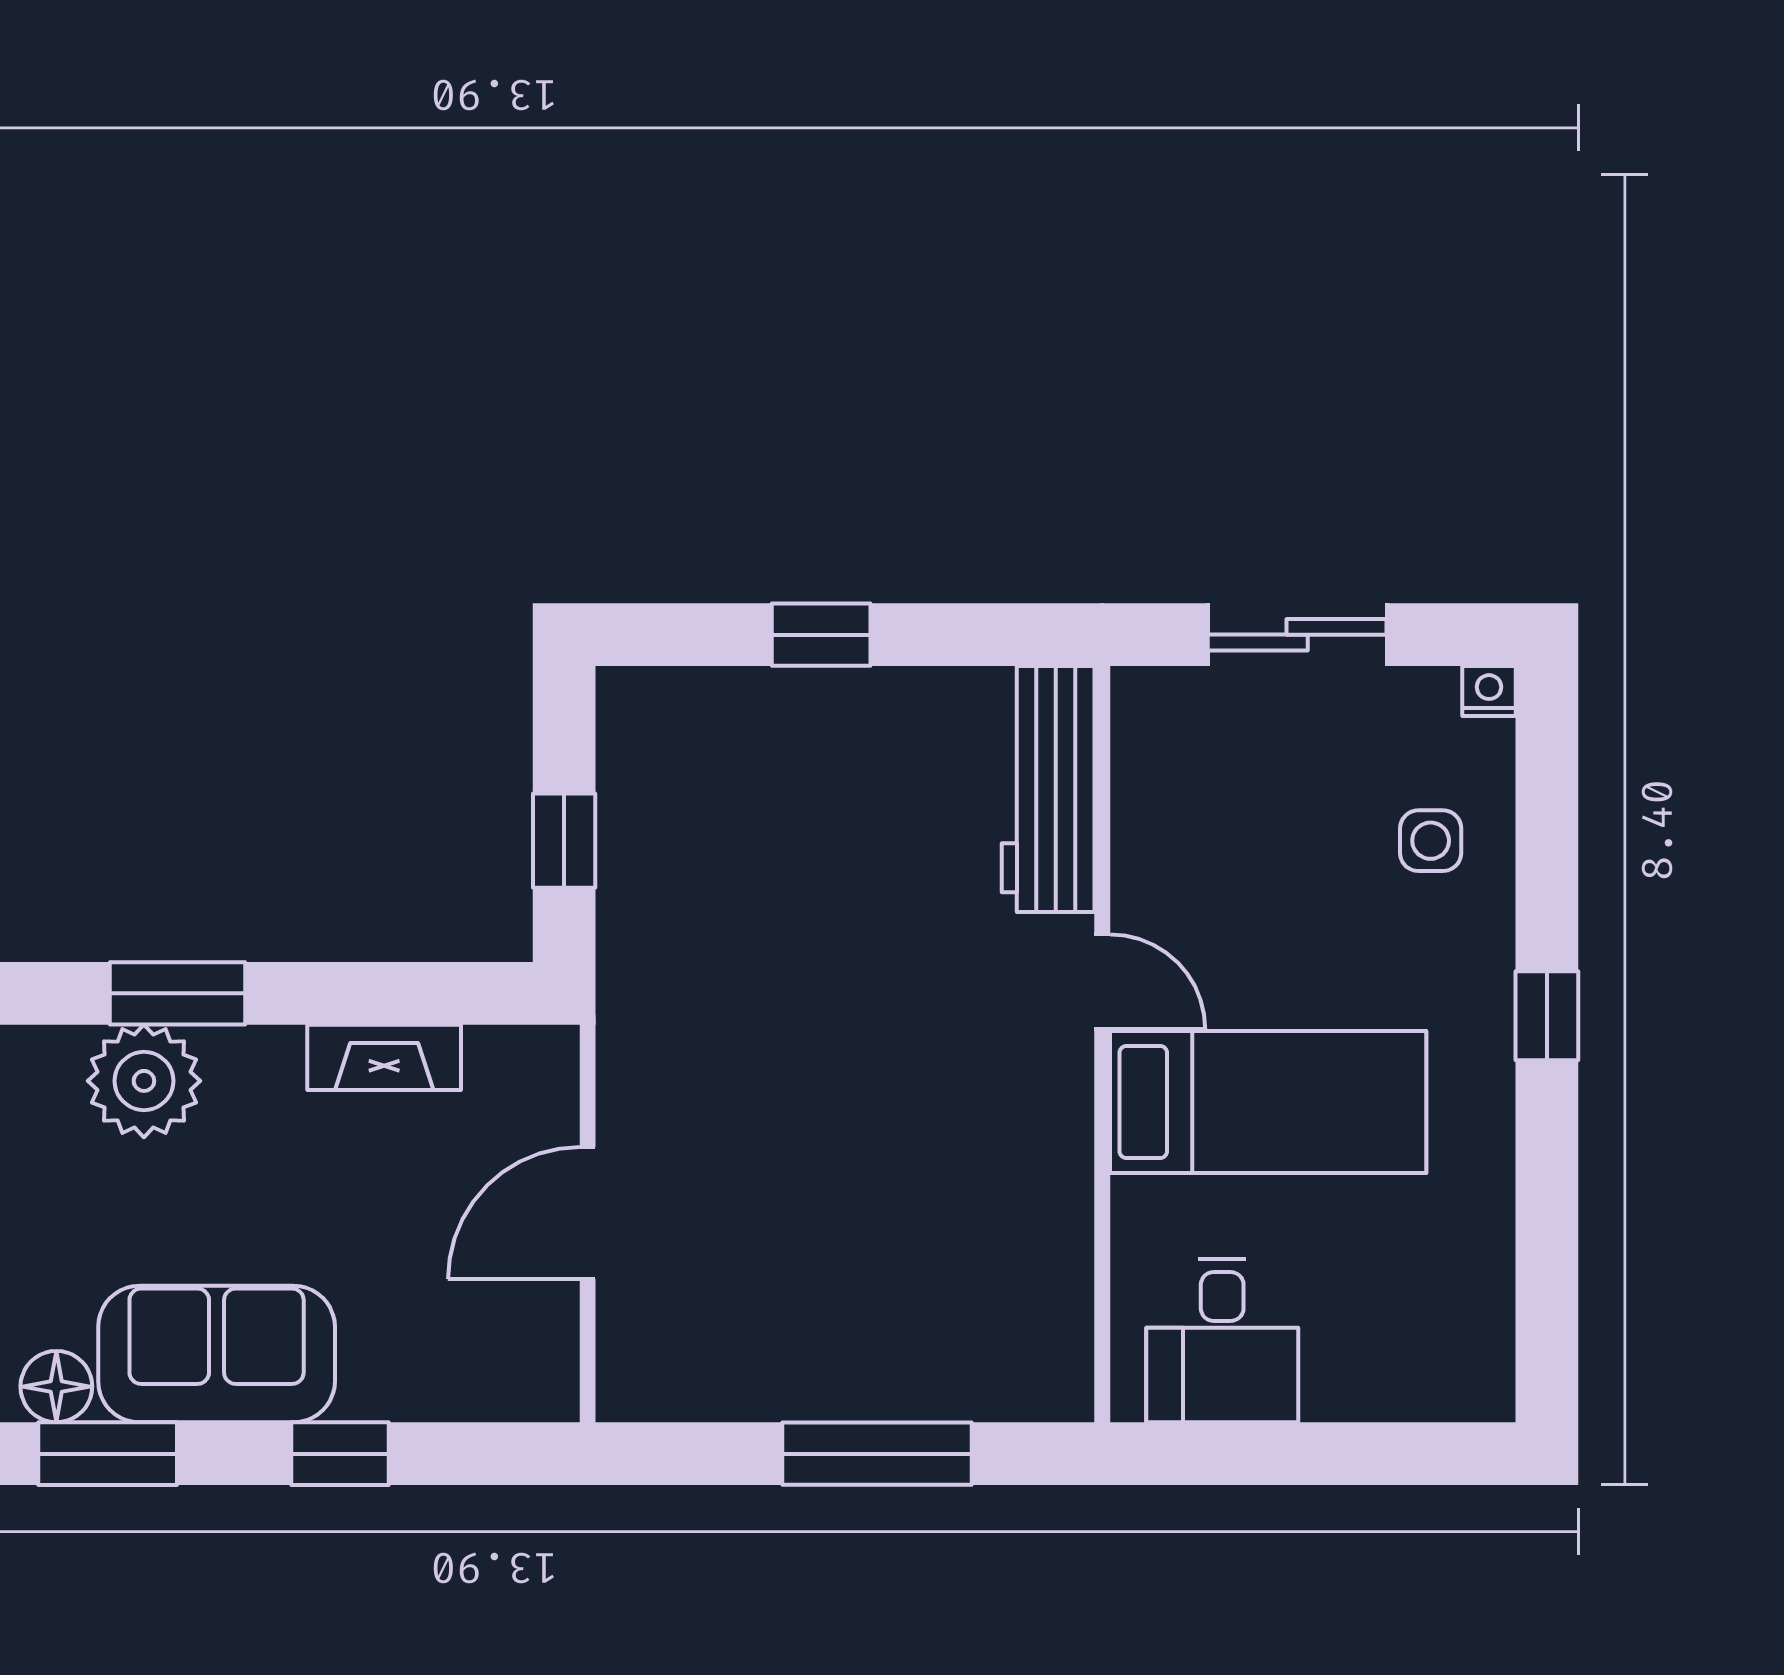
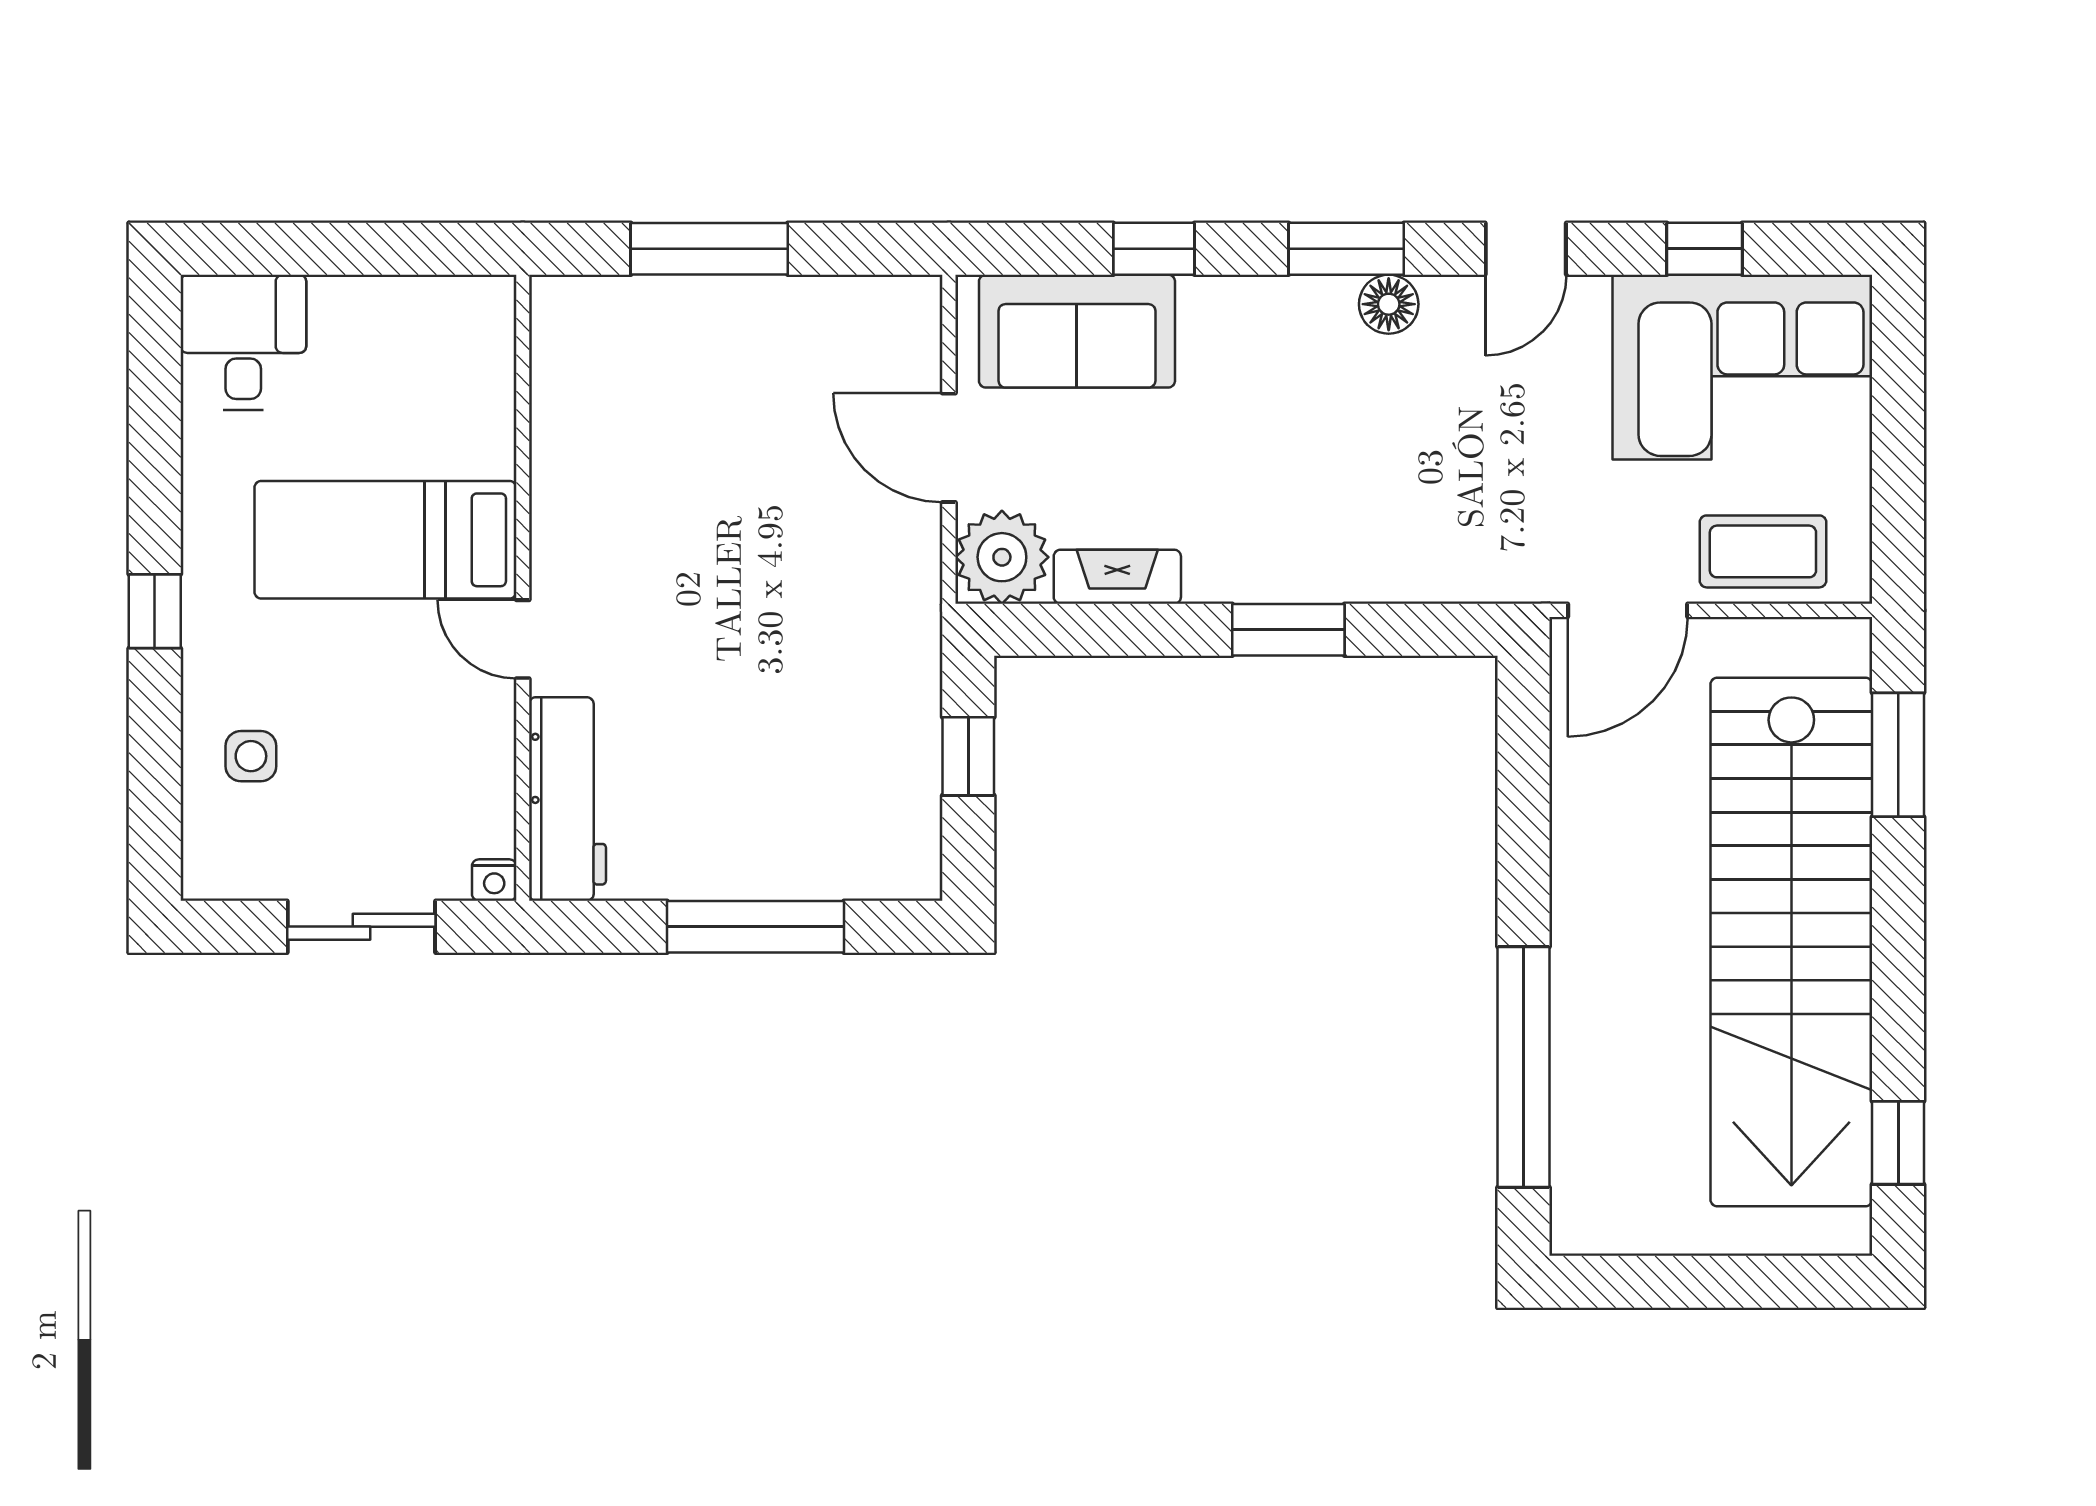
window: (821, 635) -> (756, 927), width x2.17
nightstand: (1489, 691) -> (494, 880), moved
plant: (144, 1081) -> (1002, 557), moved
door: (588, 1213) -> (949, 448), swing flipped
desk: (1222, 1341) -> (243, 342), moved
sofa: (217, 1354) -> (1077, 331), moved

